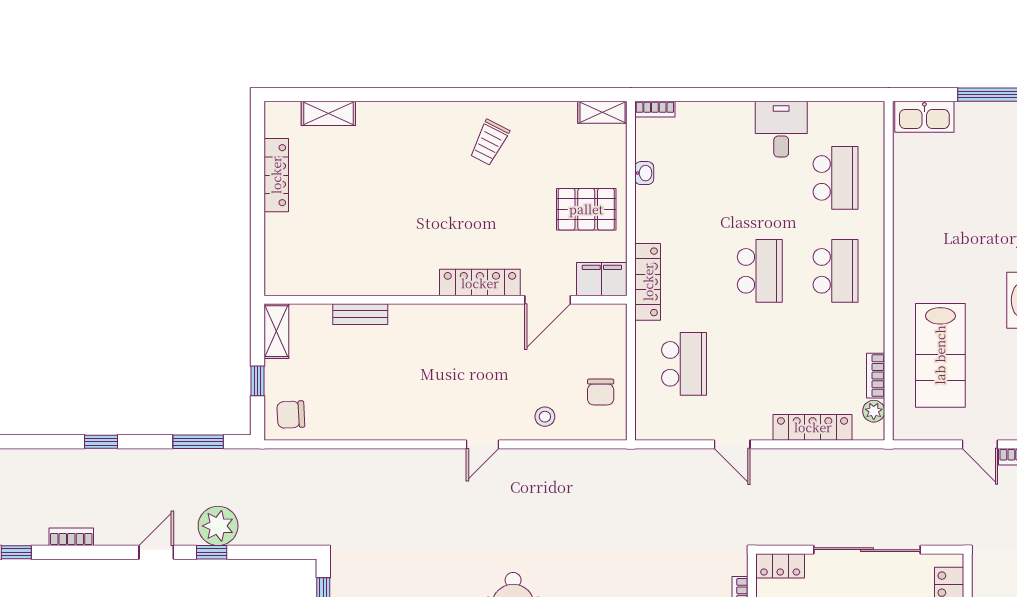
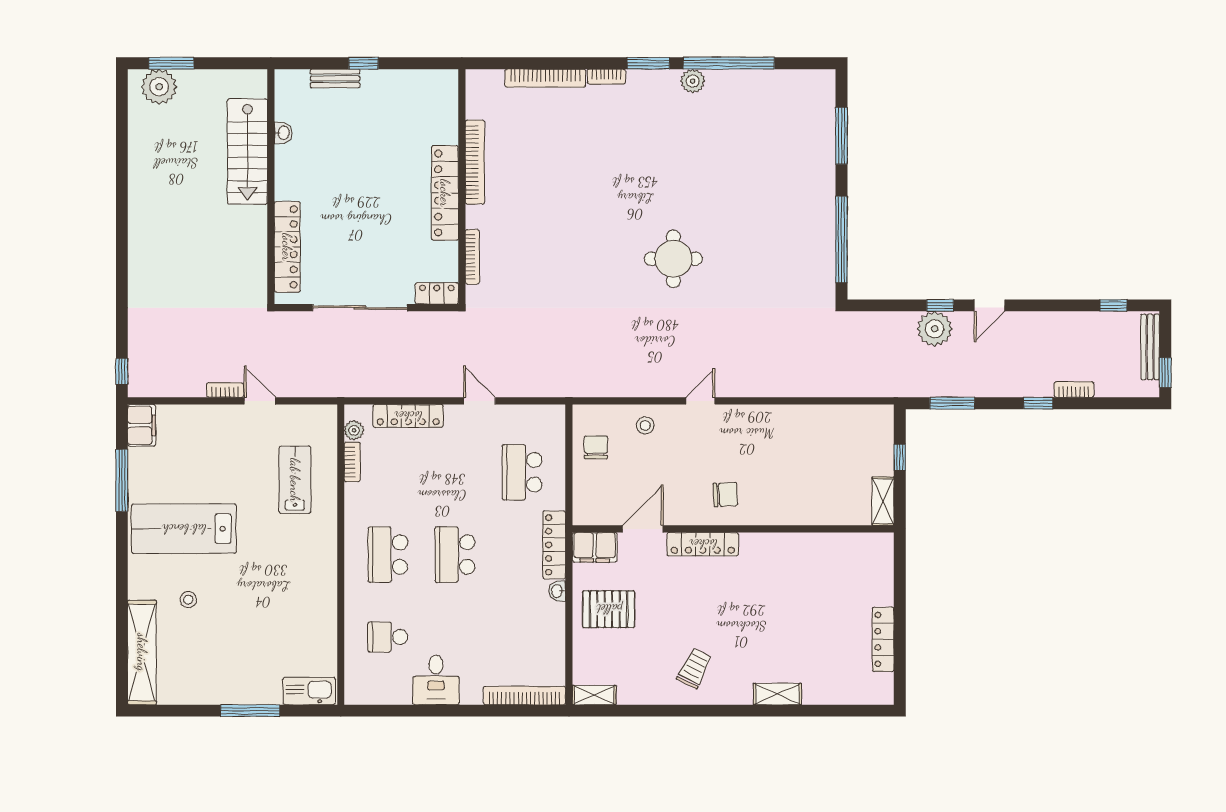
bookcase: (655, 109) -> (524, 696), width x2.31, depth x1.31
shelving: (328, 113) -> (777, 694), moved
washbasin: (644, 173) -> (557, 591), moved
school desk: (836, 178) -> (388, 637), width x0.54
bench: (360, 314) -> (809, 516), removed
lab bench: (940, 355) -> (295, 480), width x0.73, depth x0.72
chair: (291, 415) -> (725, 494), moved
bookcase: (71, 537) -> (1074, 390), moved, turned 180

